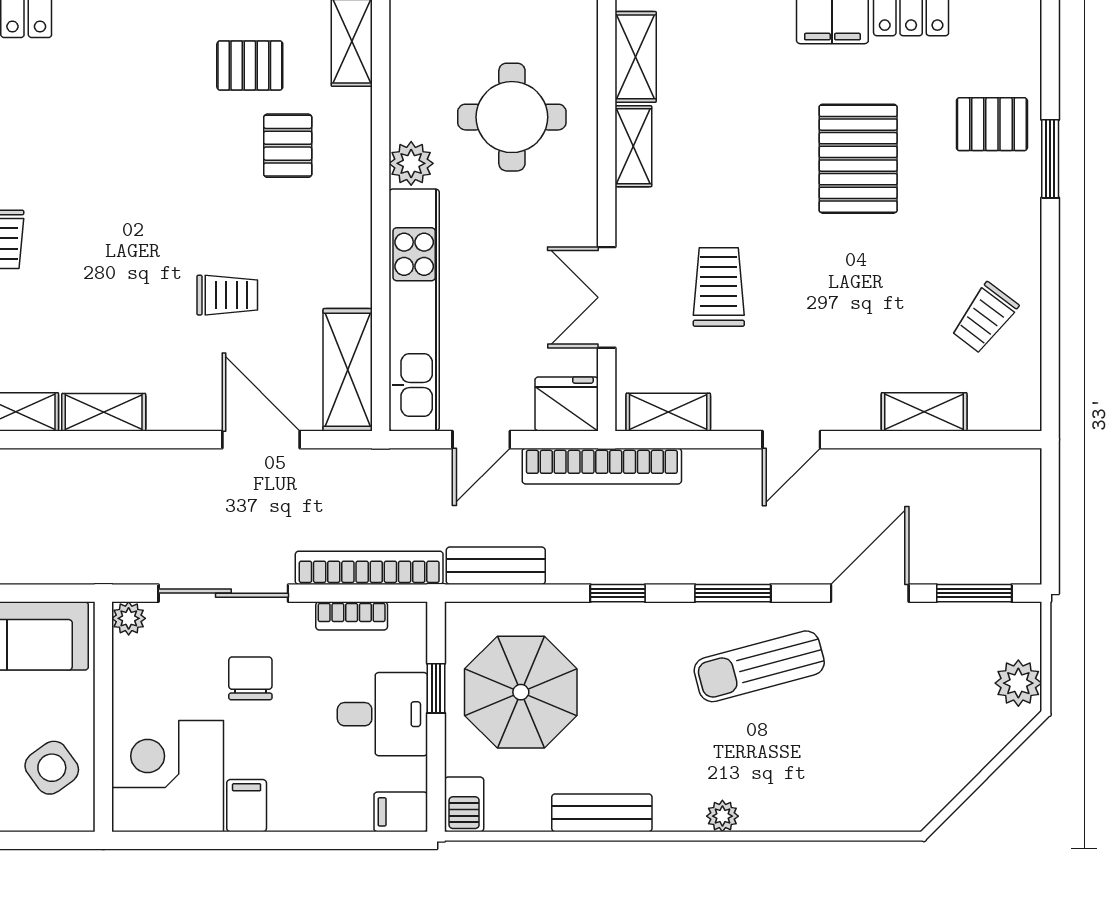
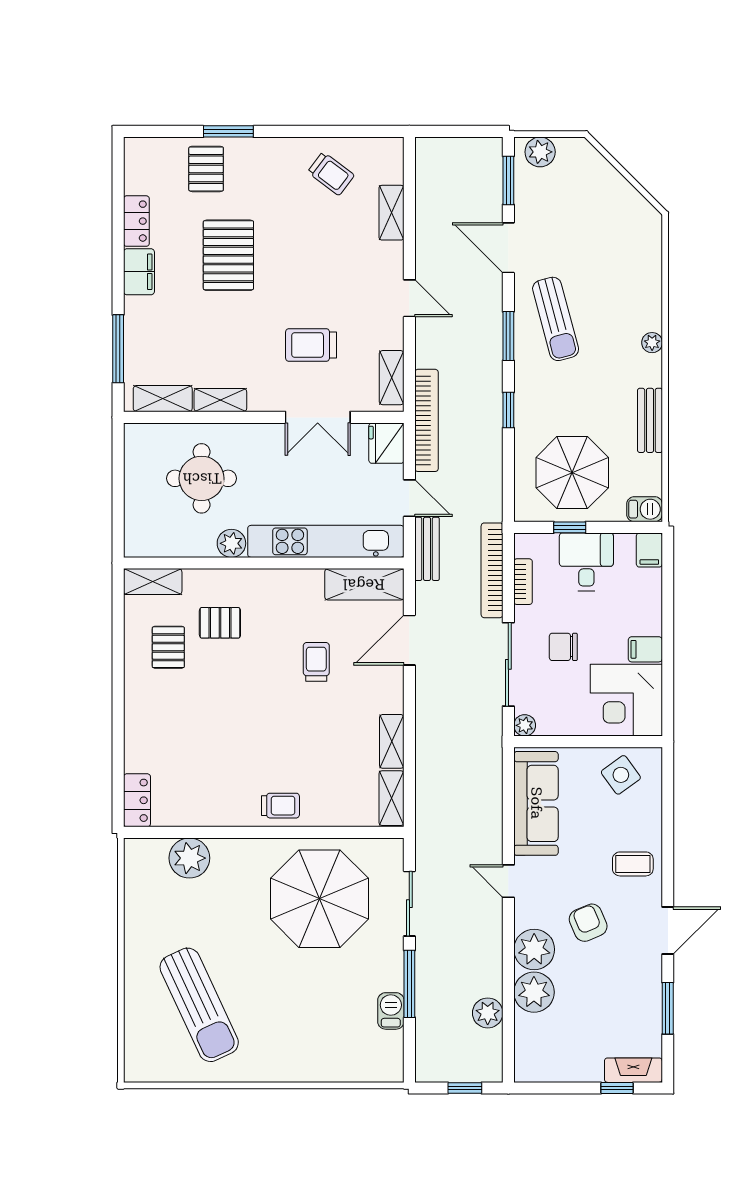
pallet: (858, 159) -> (228, 255), turned 90
bench: (496, 566) -> (427, 549), moved
plant: (1018, 683) -> (540, 152), moved

